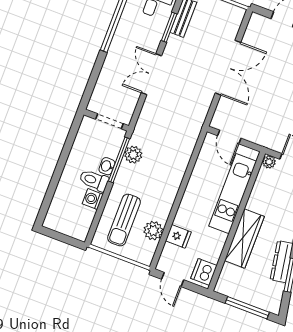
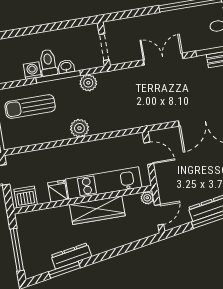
door: (229, 137) -> (149, 153), swing flipped
window: (119, 160) -> (58, 77), moved
plant: (153, 231) -> (79, 128), moved
fridge: (178, 236) -> (58, 191), moved, turned 180
wardrobe: (244, 239) -> (97, 210), moved

